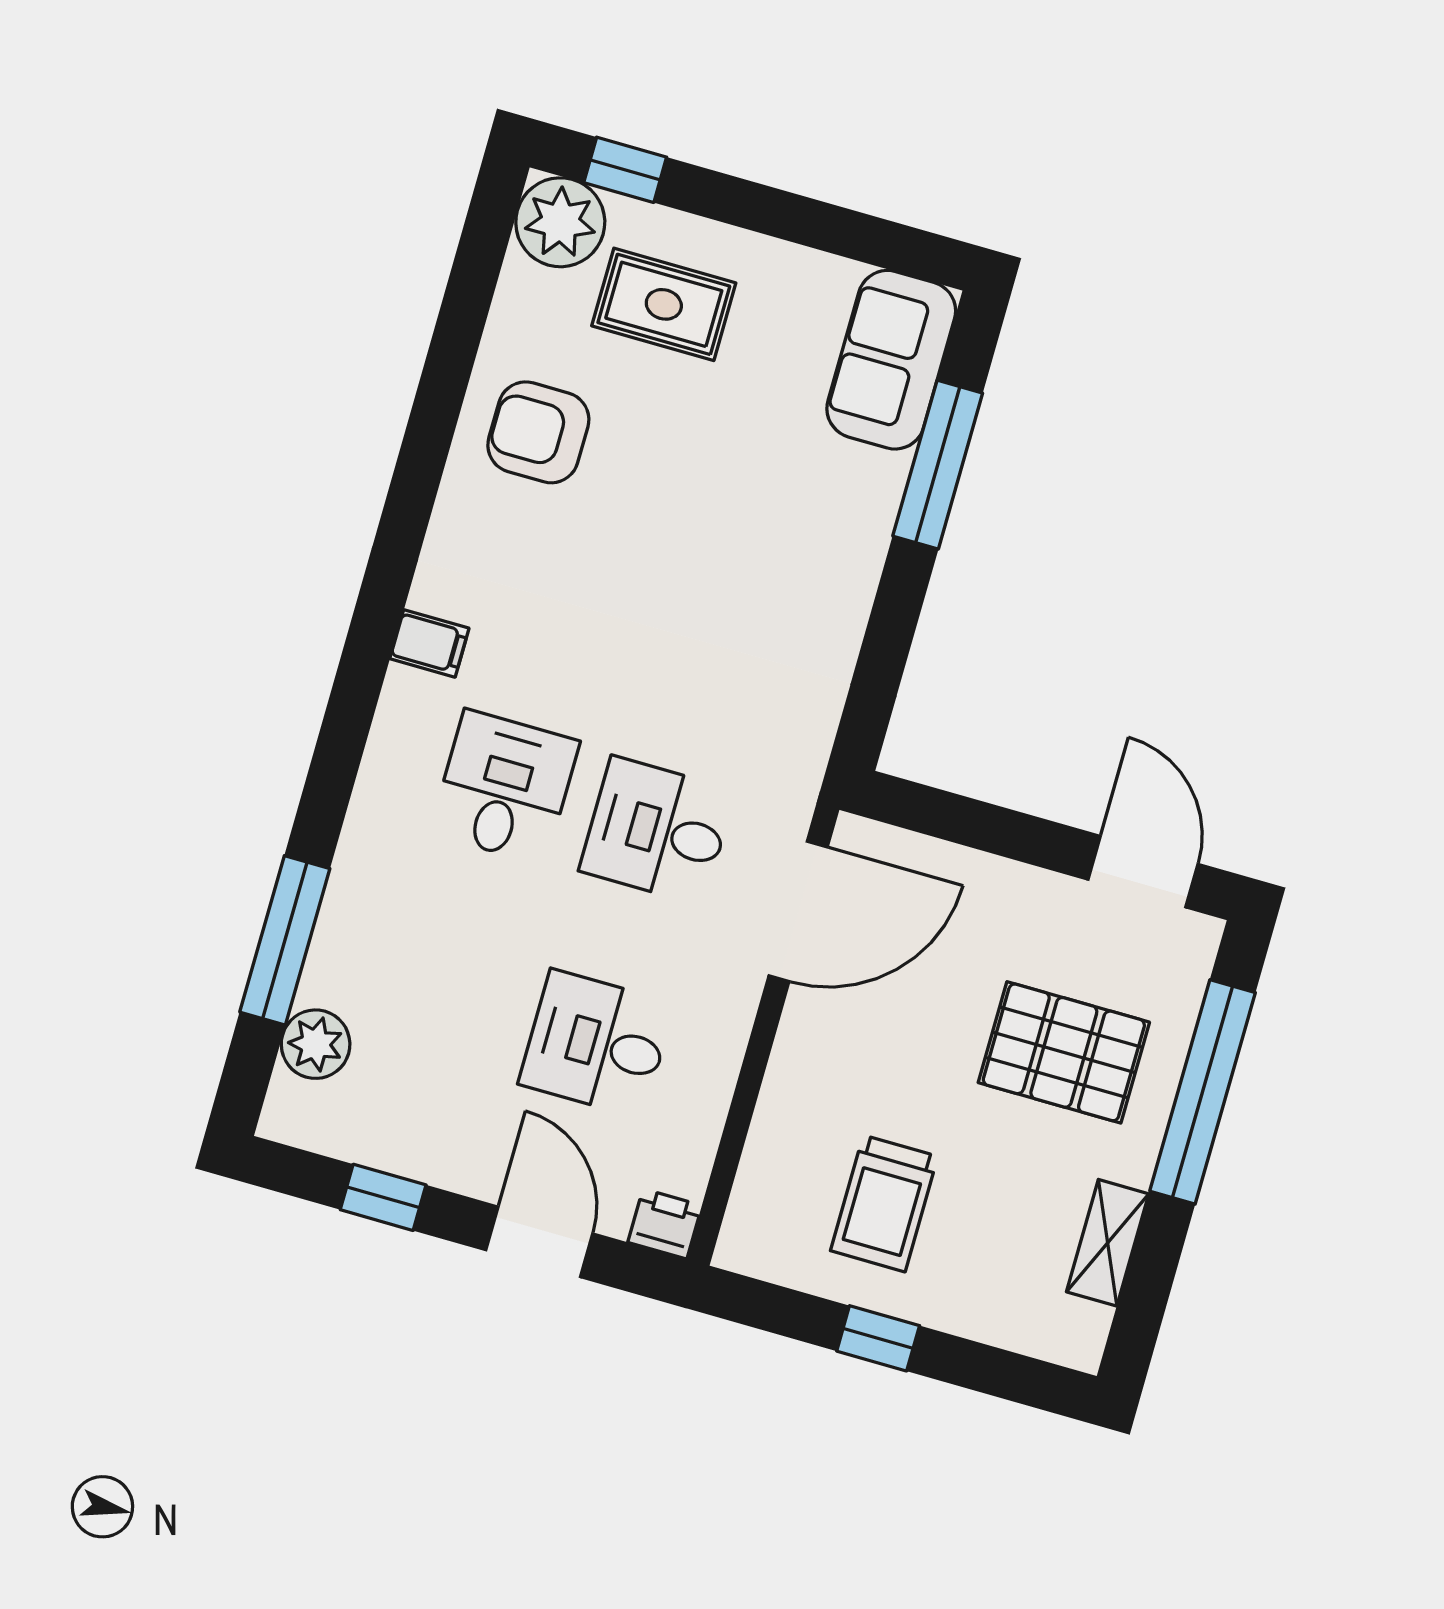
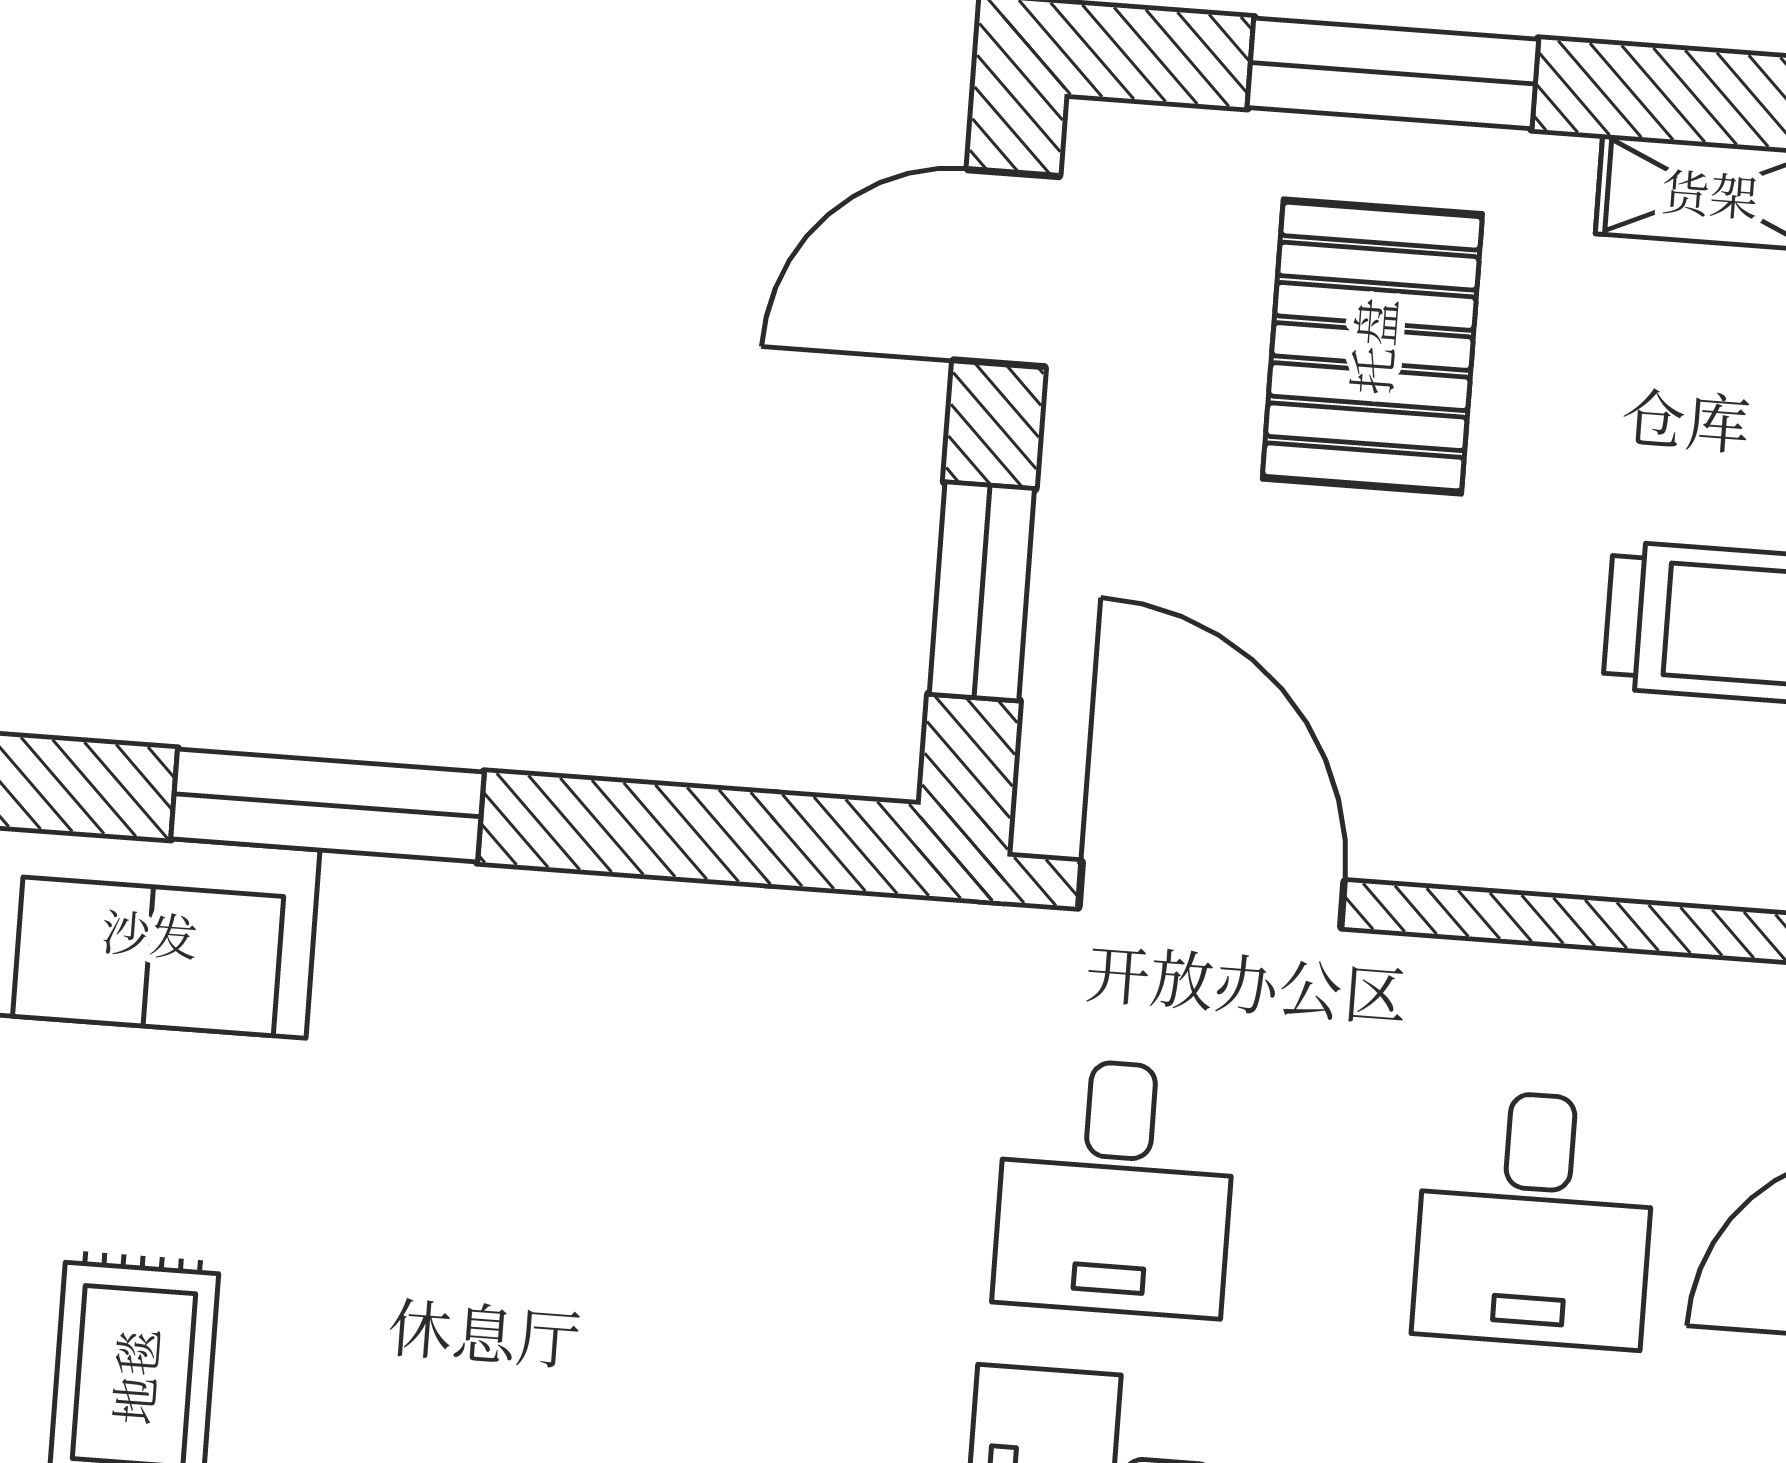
window: (979, 825) -> (982, 591), added
window: (1203, 1092) -> (1393, 73), width x0.68

